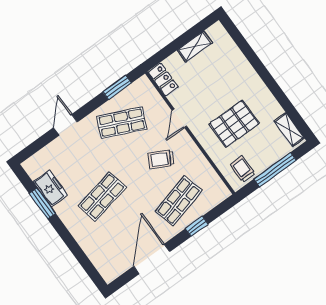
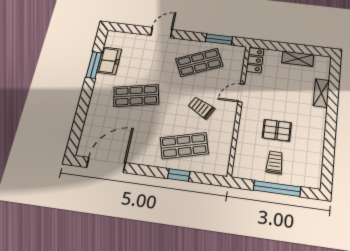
shop shelf: (122, 123) -> (199, 62), turned -48
pallet: (234, 124) -> (277, 130), width x0.67, depth x0.71
shelving: (289, 130) -> (321, 93), moved
trolley: (242, 169) -> (275, 162), moved
door: (152, 259) -> (106, 165), moved

